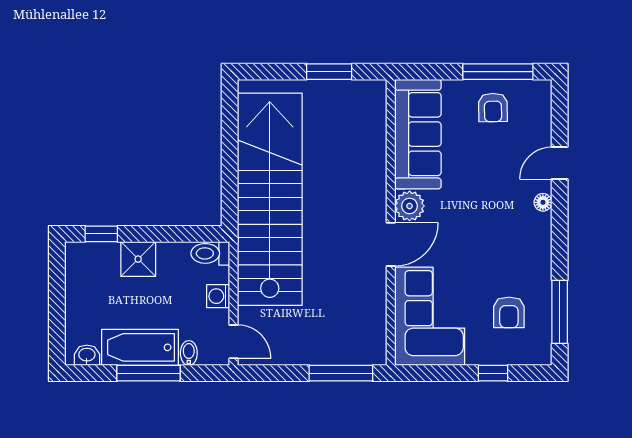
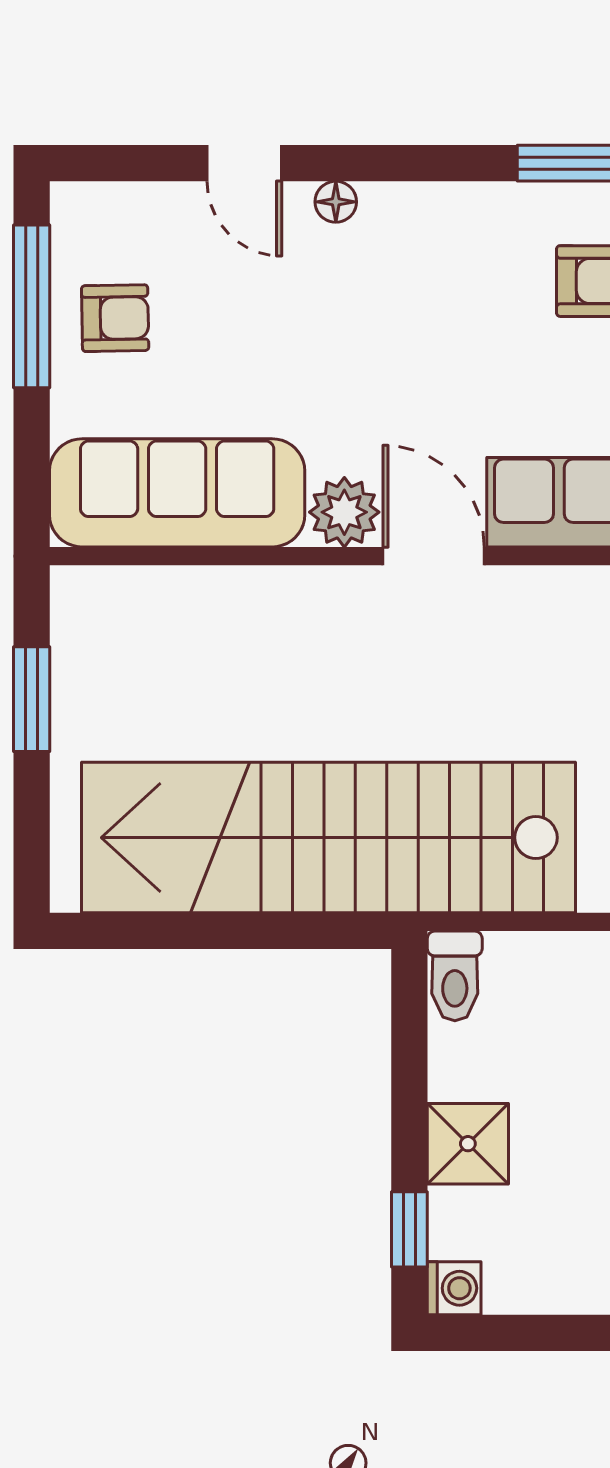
washing machine: (218, 296) -> (454, 1288), moved, turned -90

